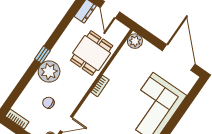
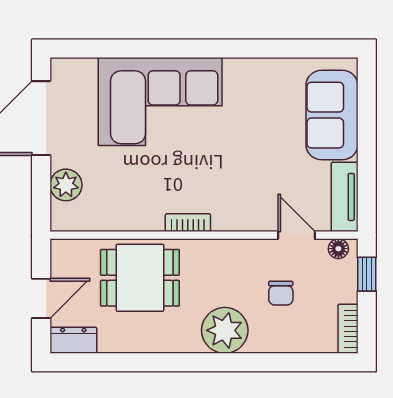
plant: (135, 41) -> (66, 185), moved
window: (42, 55) -> (203, 362), removed

